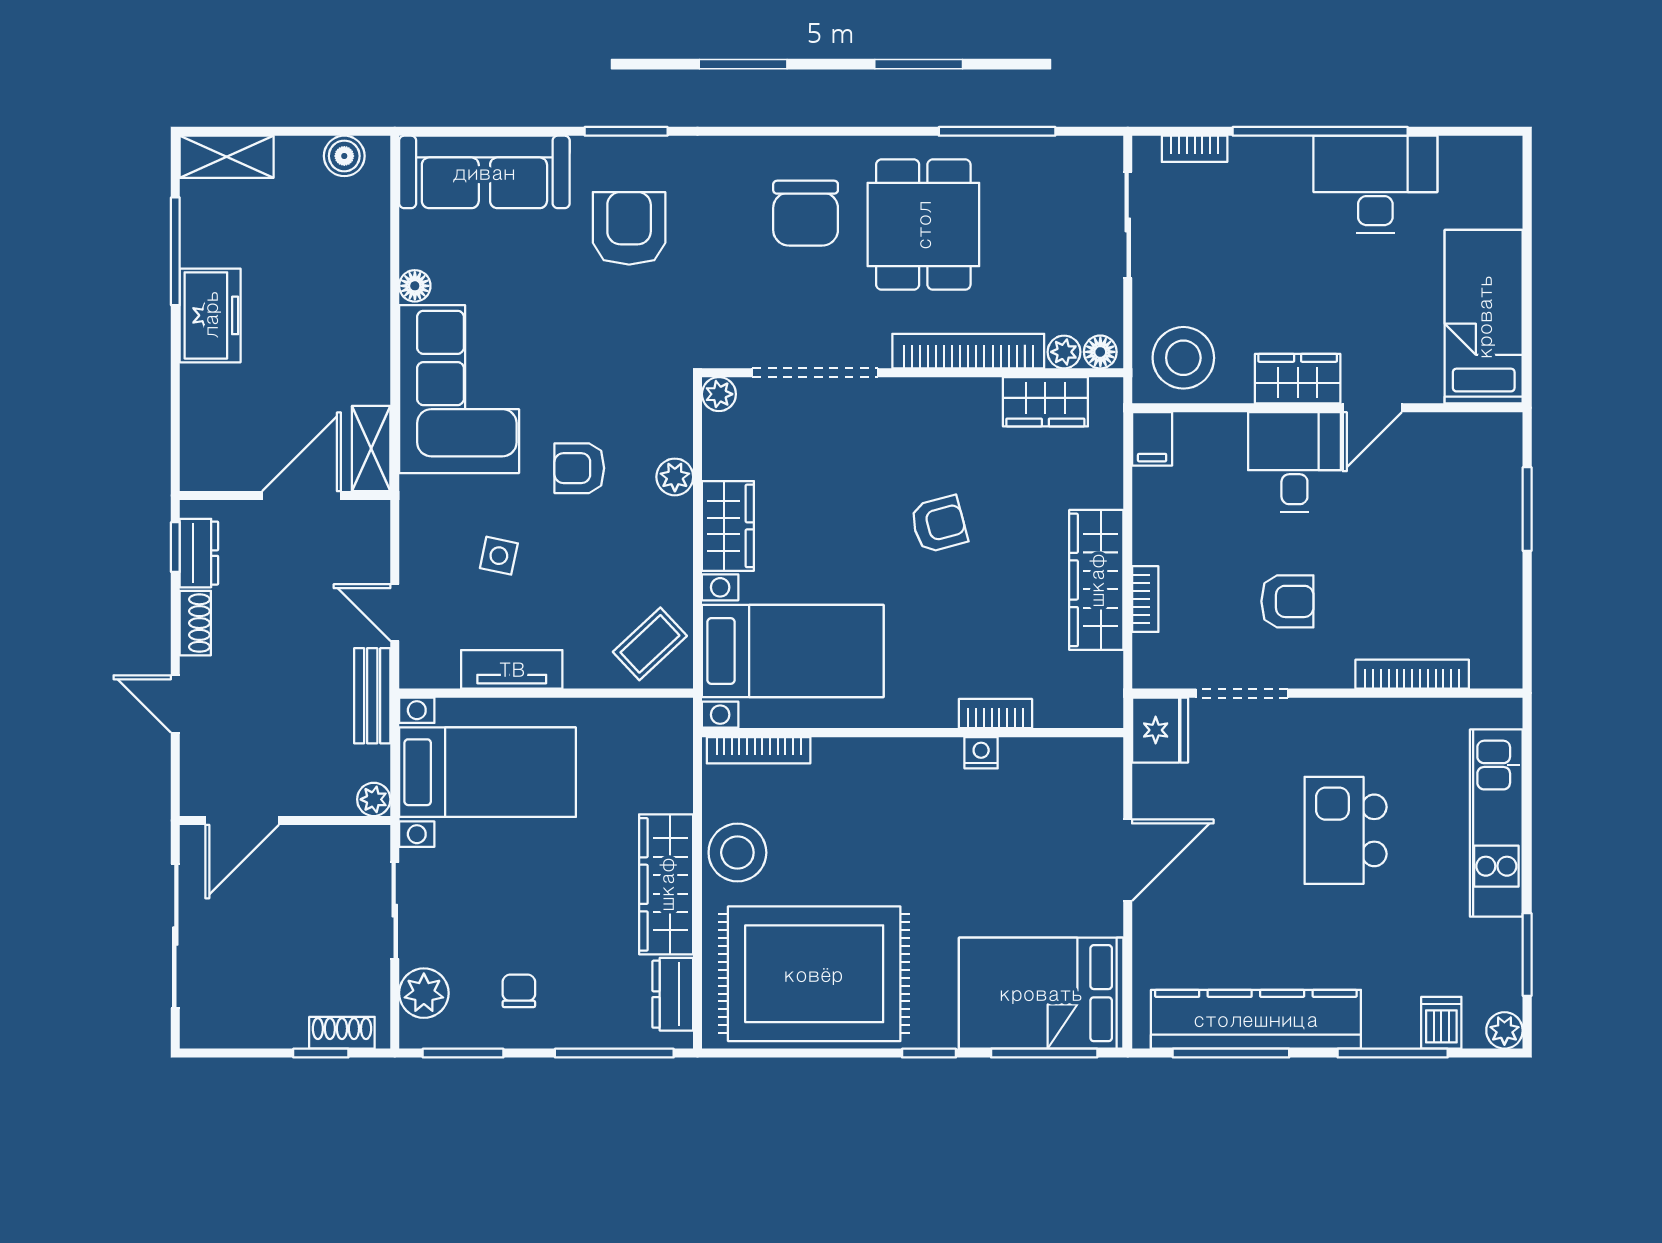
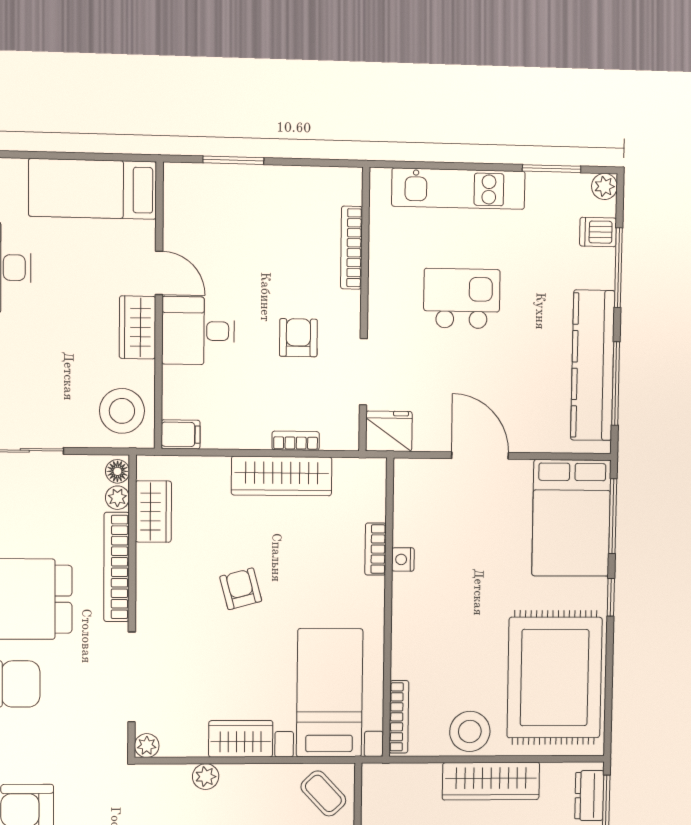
kitchen island: (1346, 830) -> (462, 298), turned 180
dresser: (673, 994) -> (589, 796), moved, turned 90

